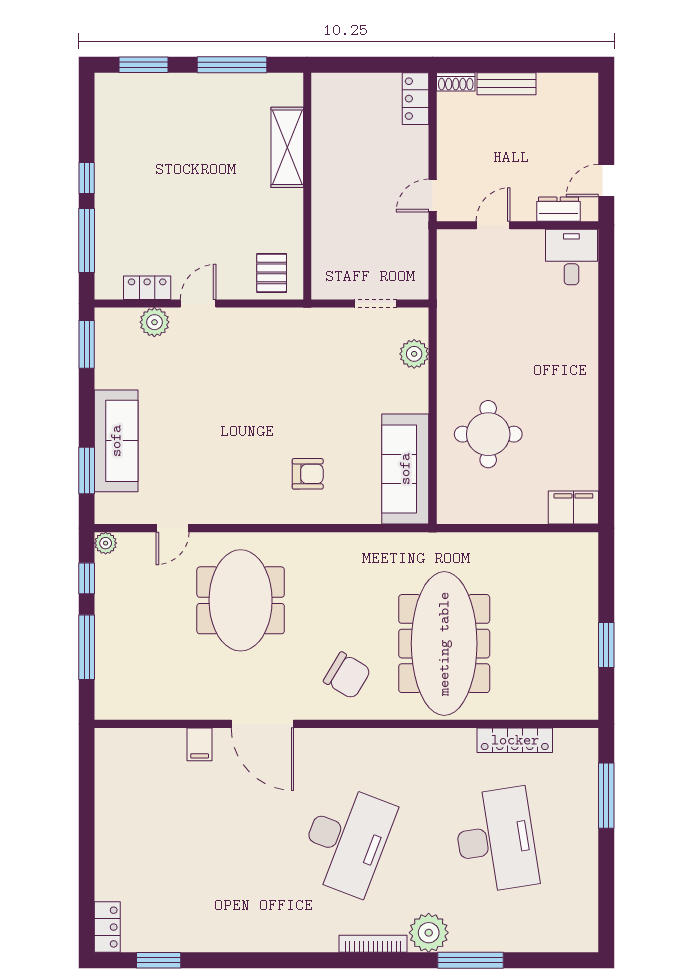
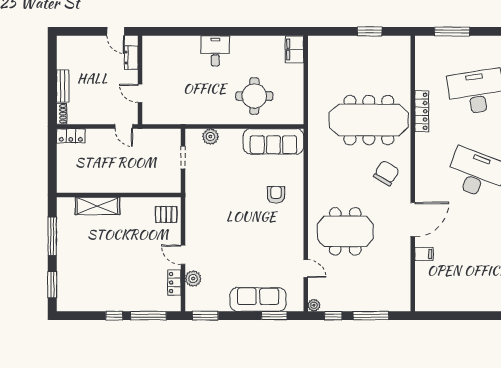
desk: (571, 257) -> (215, 51), moved, turned 90
locker: (515, 740) -> (422, 111), moved

